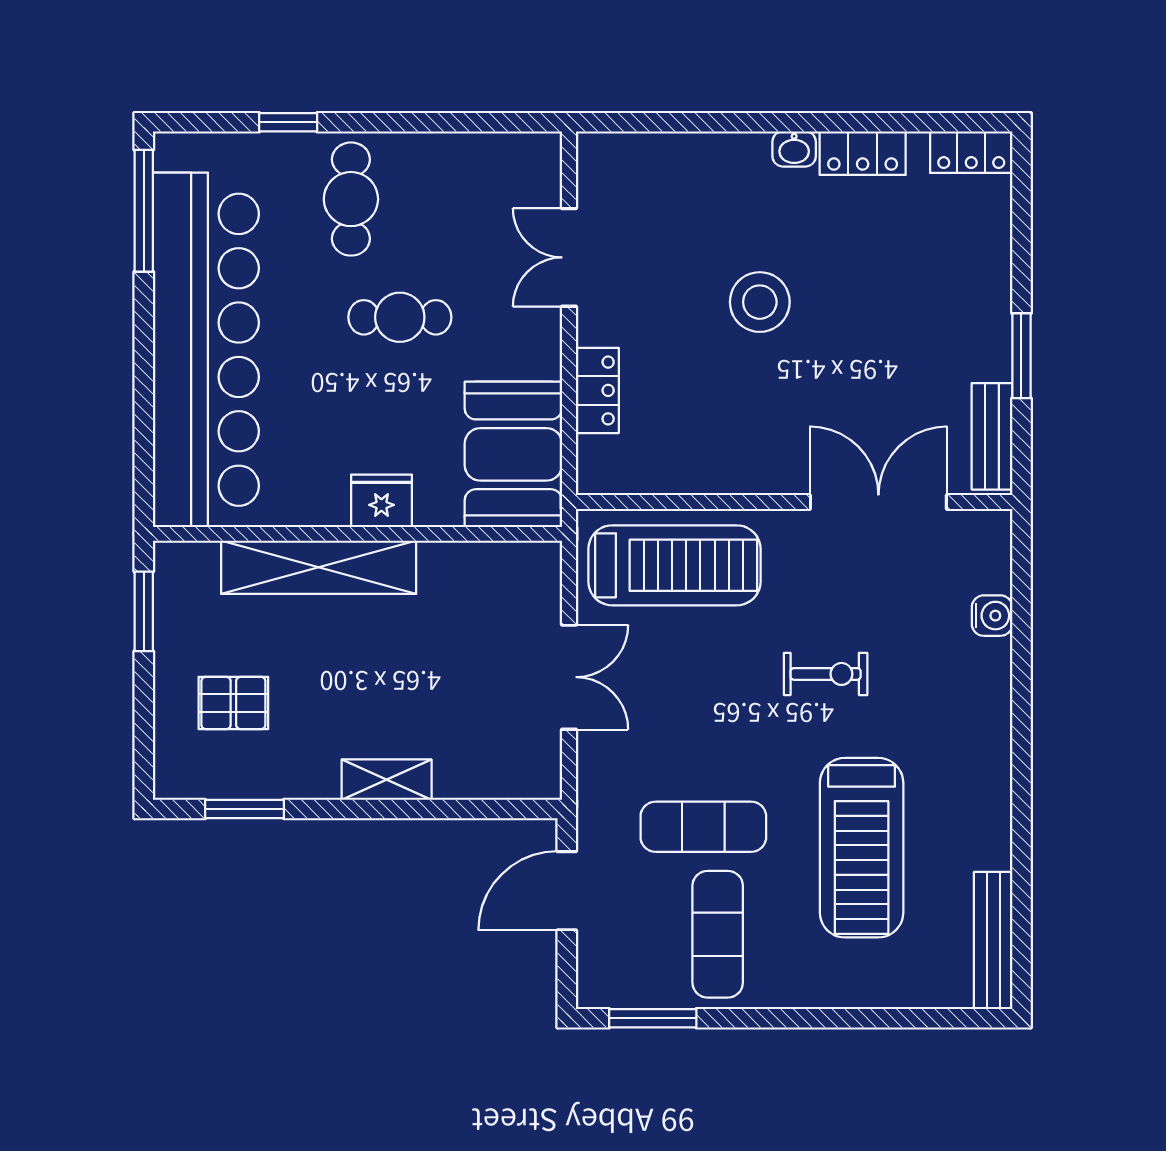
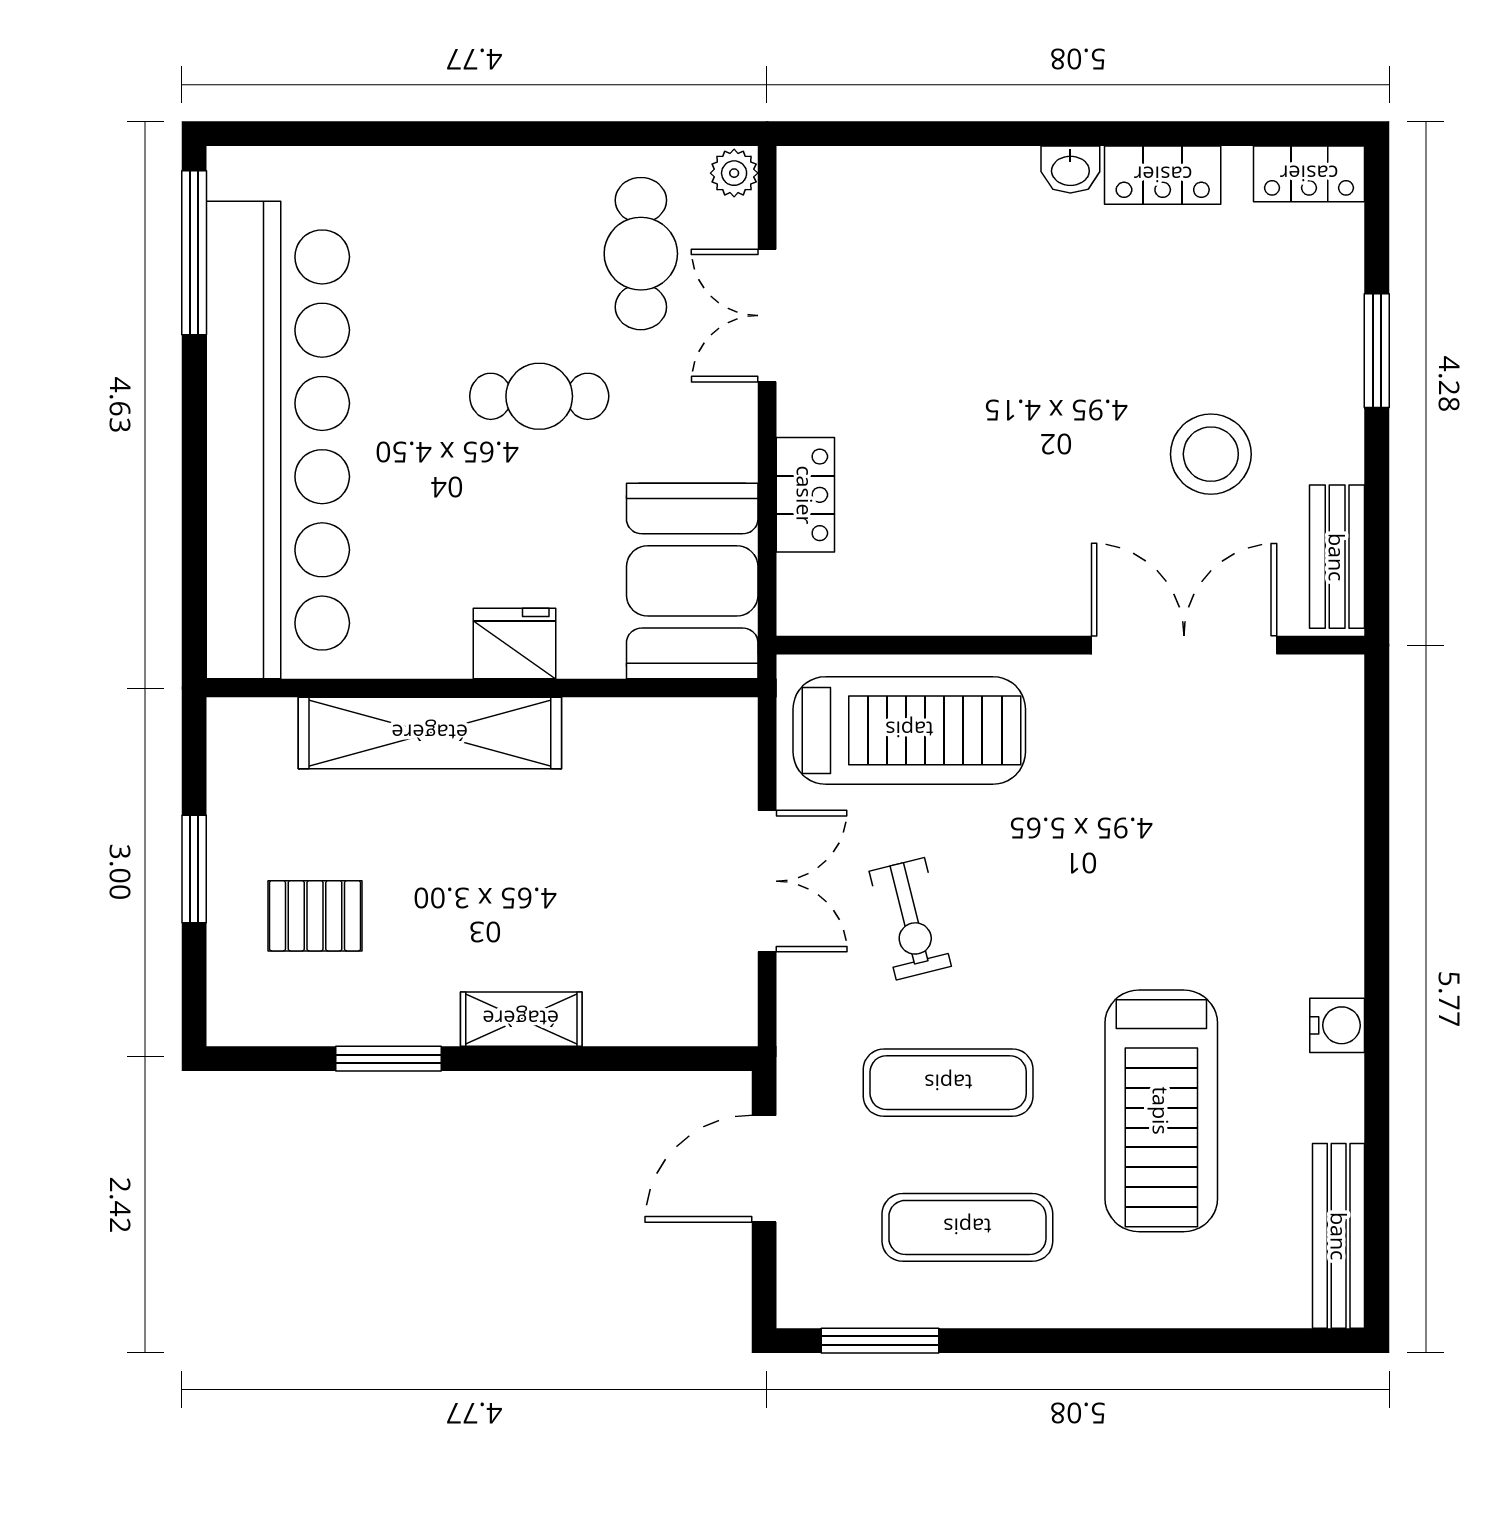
window: (288, 122) -> (389, 134), removed
plant: (544, 152) -> (734, 173), added
cafe table: (351, 199) -> (641, 254), moved
stool: (760, 302) -> (1211, 454), moved
window: (1021, 356) -> (1377, 351), moved
window: (144, 611) -> (194, 869), moved
water cooler: (992, 616) -> (1337, 1025), moved
exercise bike: (826, 674) -> (910, 919), moved, turned 76
window: (245, 809) -> (388, 1059), moved
exercise mat: (718, 934) -> (967, 1227), turned 90

